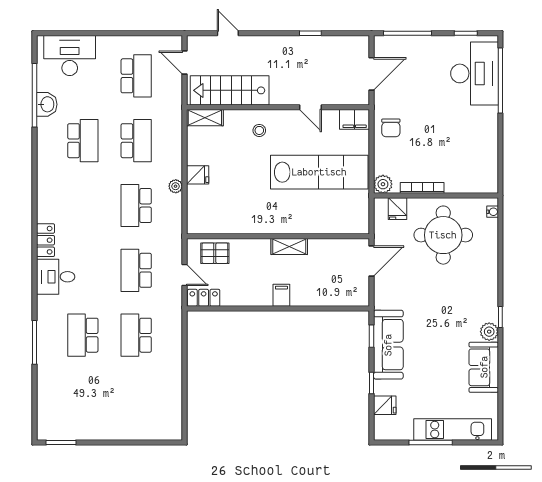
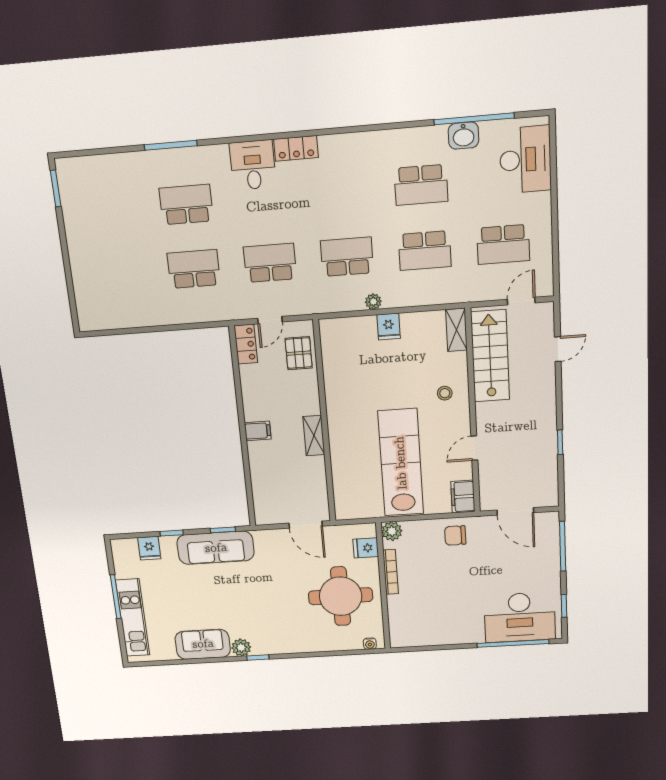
lab bench: (319, 172) -> (401, 463), turned 180

